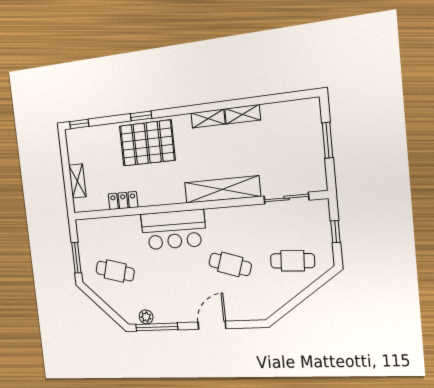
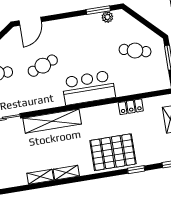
window: (141, 116) -> (136, 170), moved
cafe table: (230, 264) -> (43, 66), turned -39
door: (212, 325) -> (30, 21), moved
window: (157, 327) -> (98, 10), width x0.69

